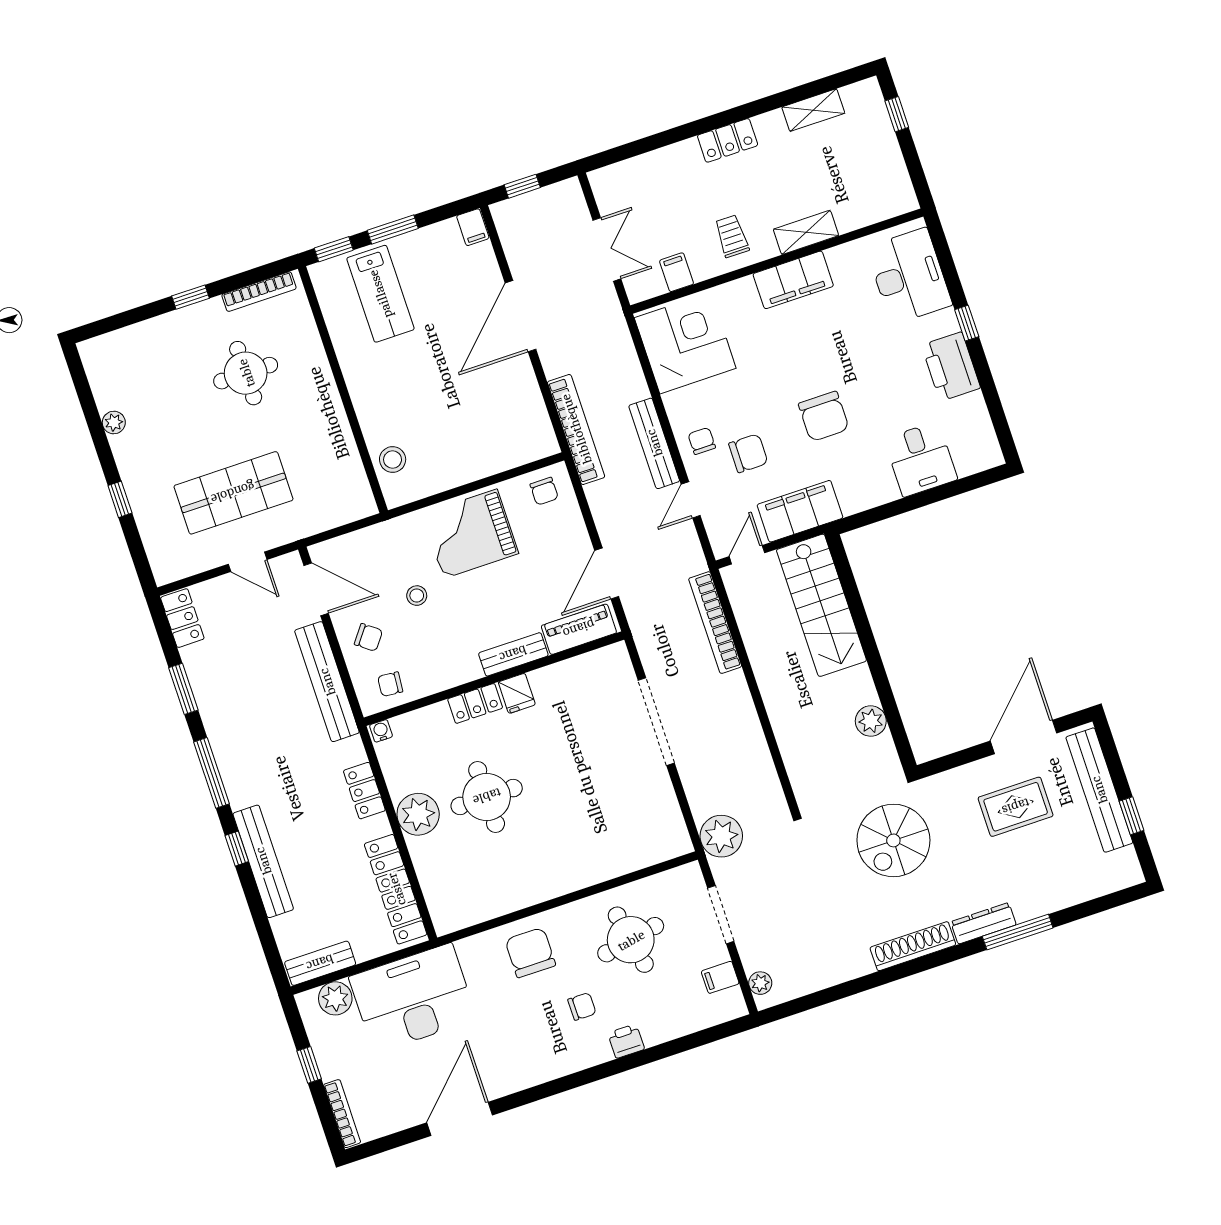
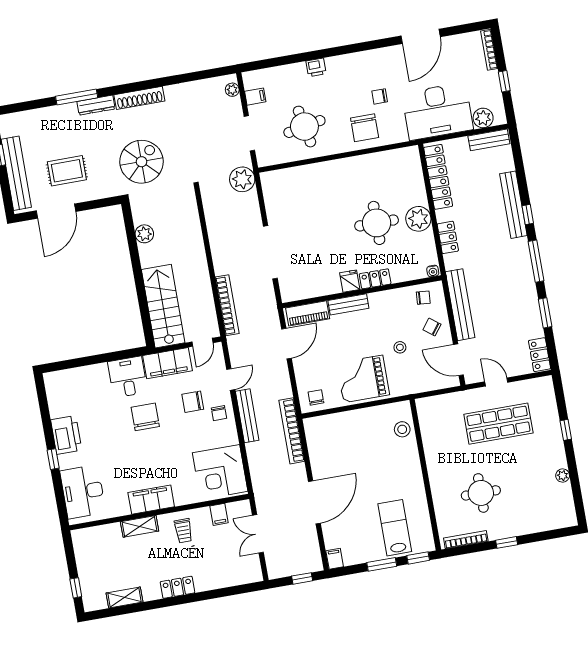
desk: (921, 459) -> (128, 377), moved
grand piano: (470, 534) -> (363, 379), turned 180
chair: (582, 1006) -> (380, 96), moved

